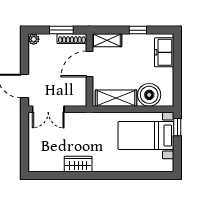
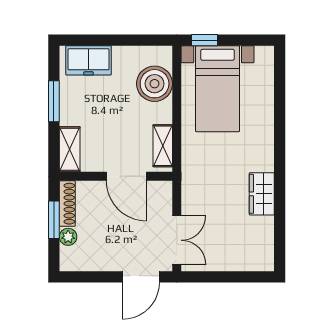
window: (138, 30) -> (54, 101), width x1.50
plant: (34, 39) -> (68, 237), moved
door: (89, 64) -> (126, 176), moved
shelving: (116, 98) -> (163, 146), width x0.67, depth x0.75

